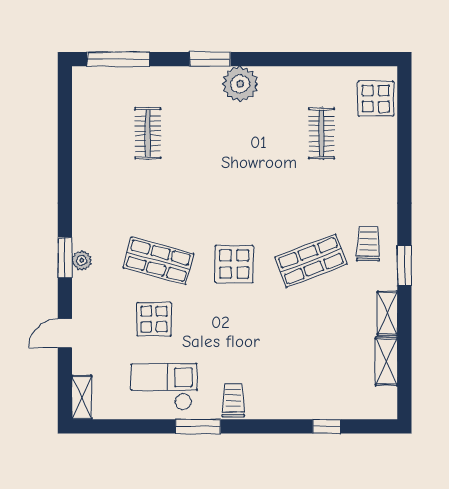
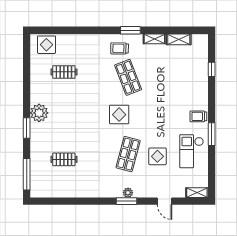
display table: (234, 264) -> (119, 115), moved

